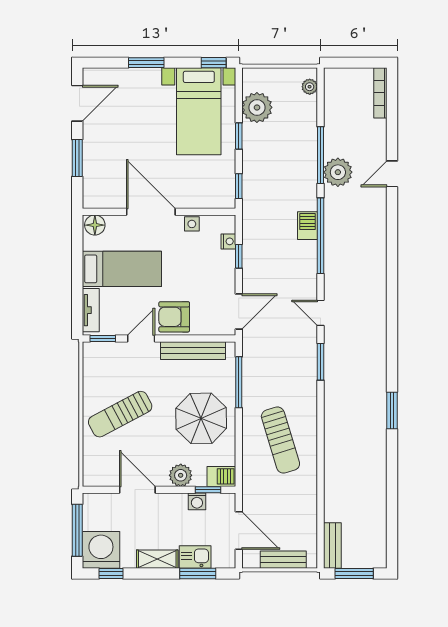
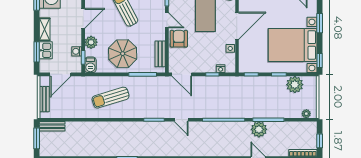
window: (359, 63) -> (320, 141), added
bed with nightstands: (199, 111) -> (293, 45), width x1.36
barbecue: (308, 226) -> (229, 113), removed
door: (320, 313) -> (181, 120), swing flipped
bench: (193, 351) -> (160, 54), width x0.73

